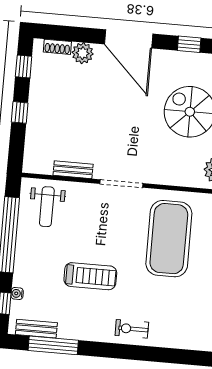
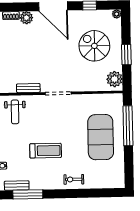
exercise mat: (169, 239) -> (101, 137), moved

